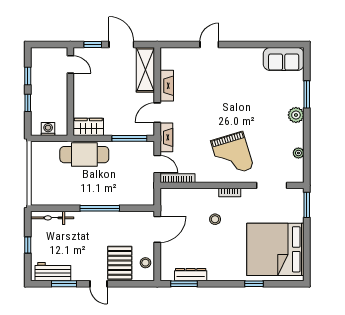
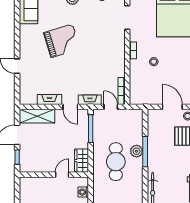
door: (70, 64) -> (62, 175), moved
grand piano: (232, 154) -> (62, 41), moved
cafe table: (84, 155) -> (116, 162), moved
door: (157, 164) -> (111, 107), hinge flipped
plant: (100, 197) -> (137, 151), added
door: (157, 229) -> (172, 107), moved

